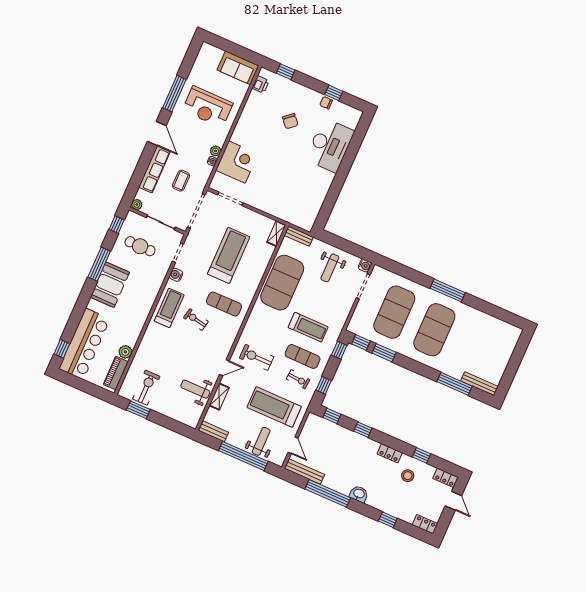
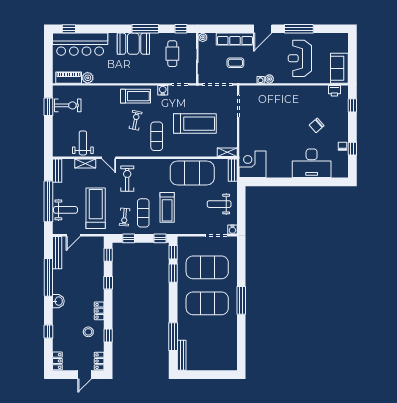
corner desk: (237, 162) -> (253, 164), moved, turned 180

